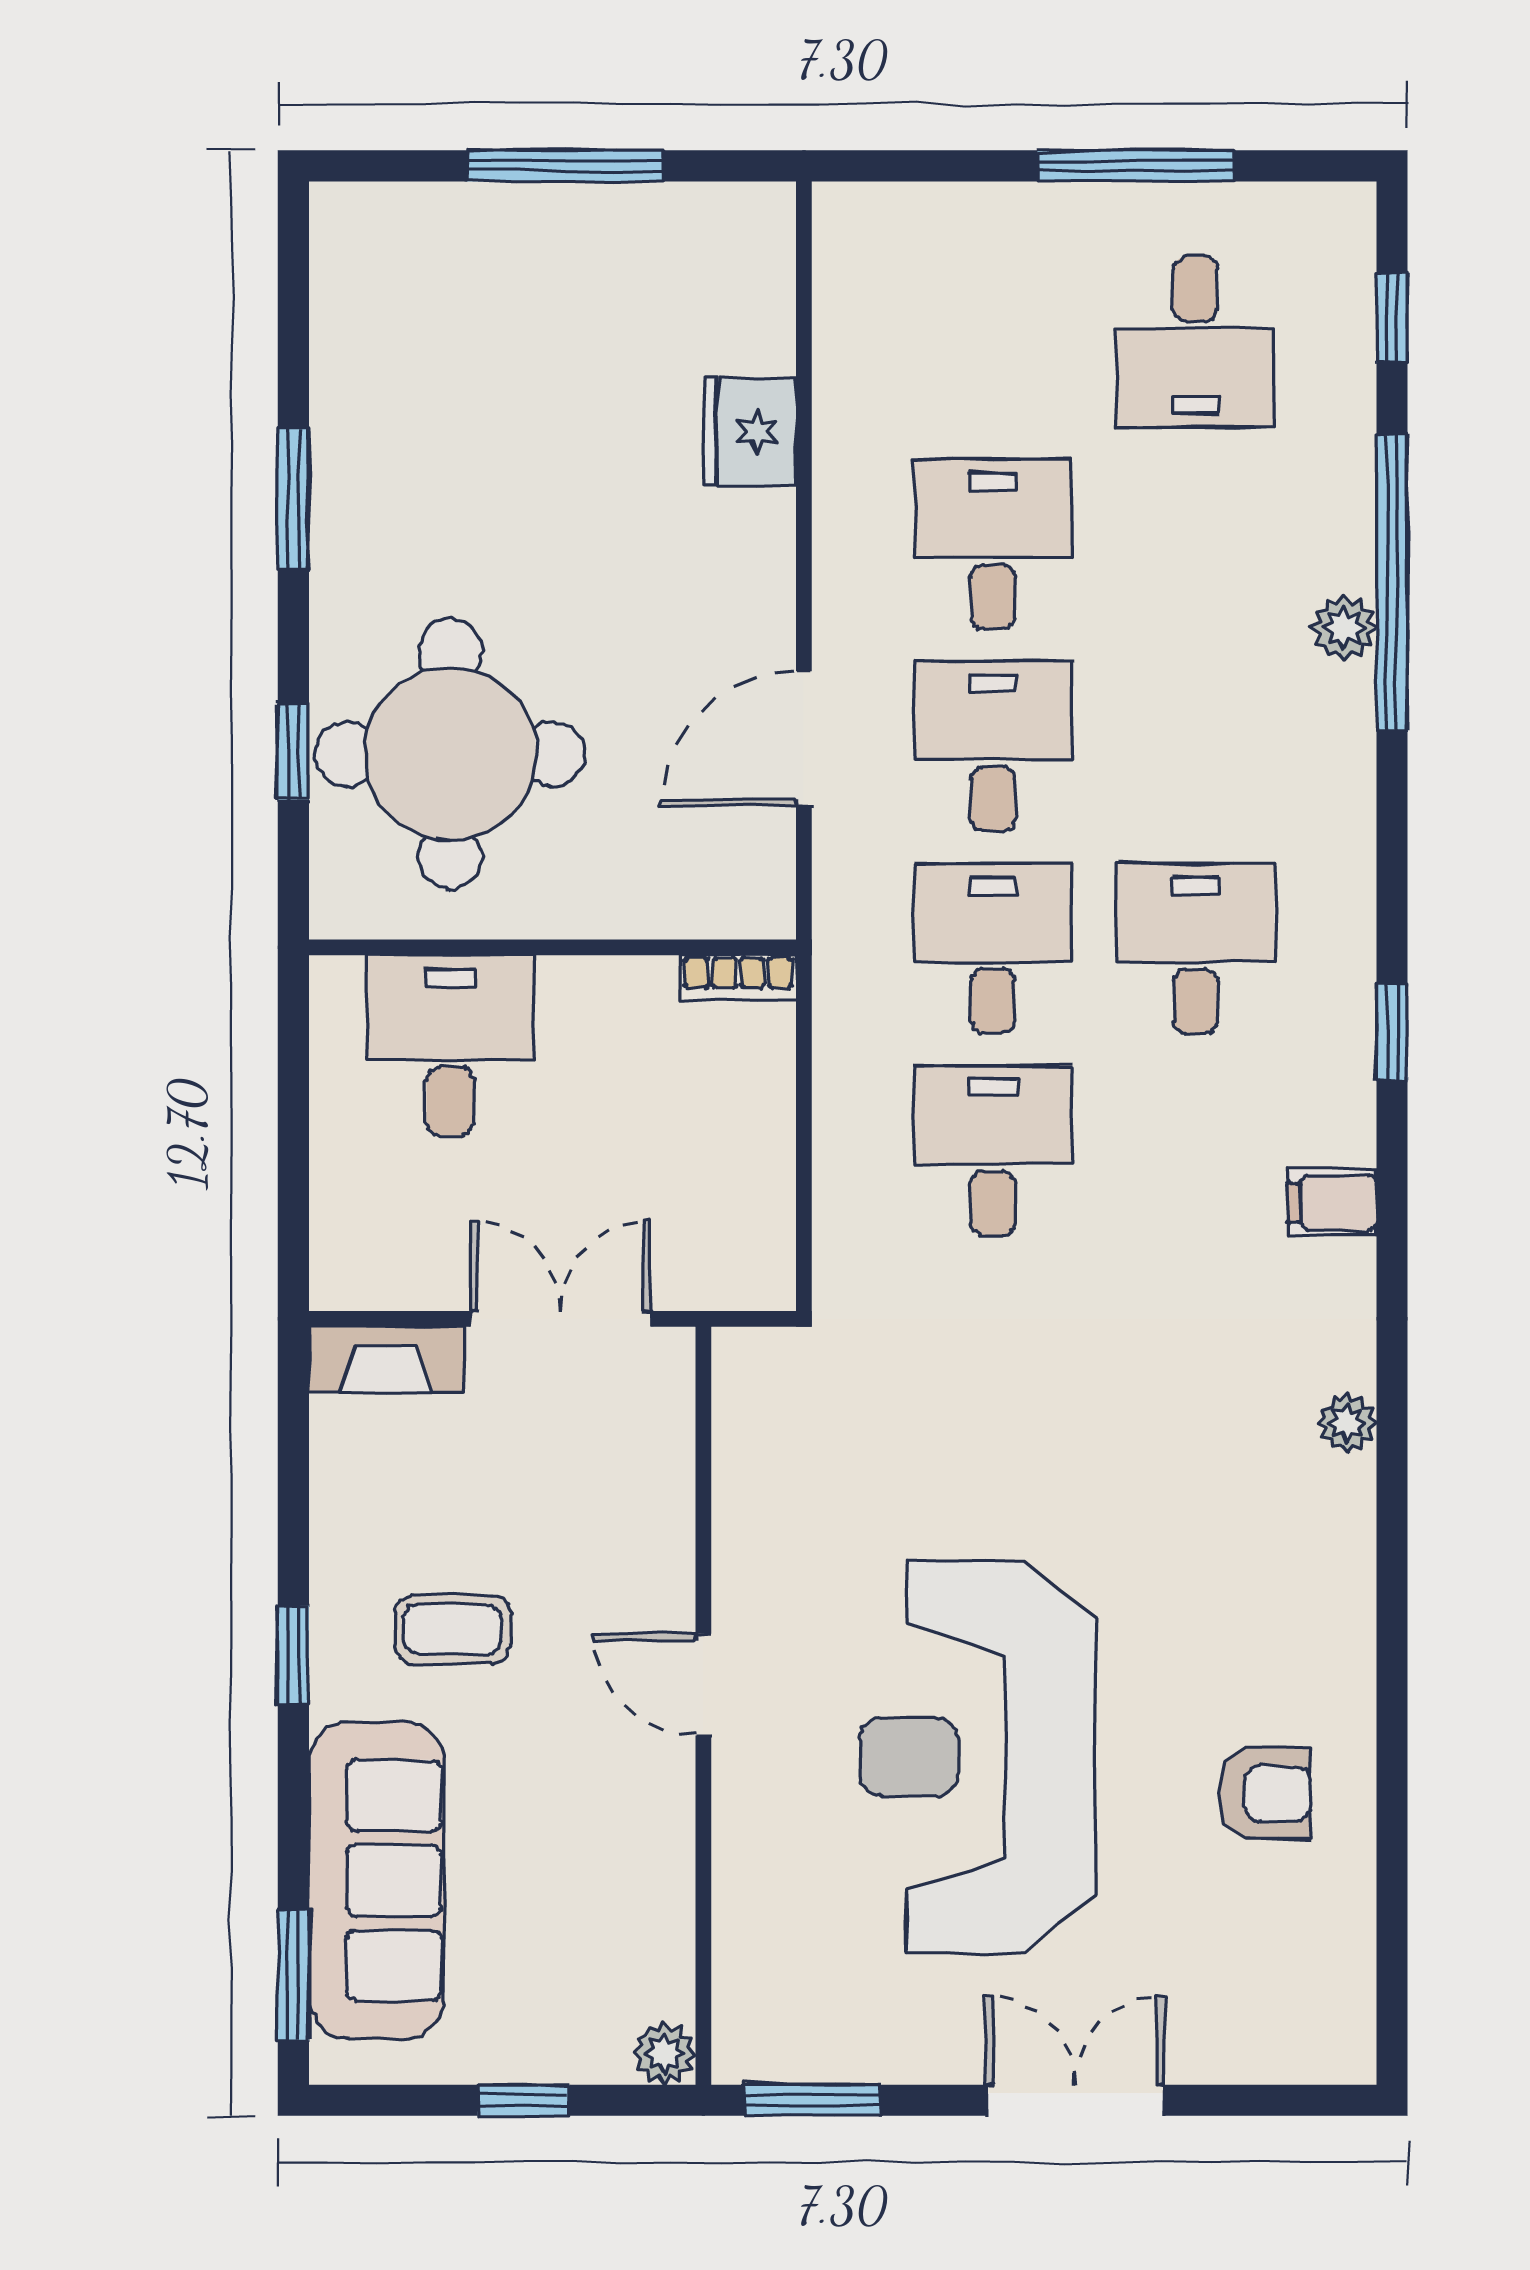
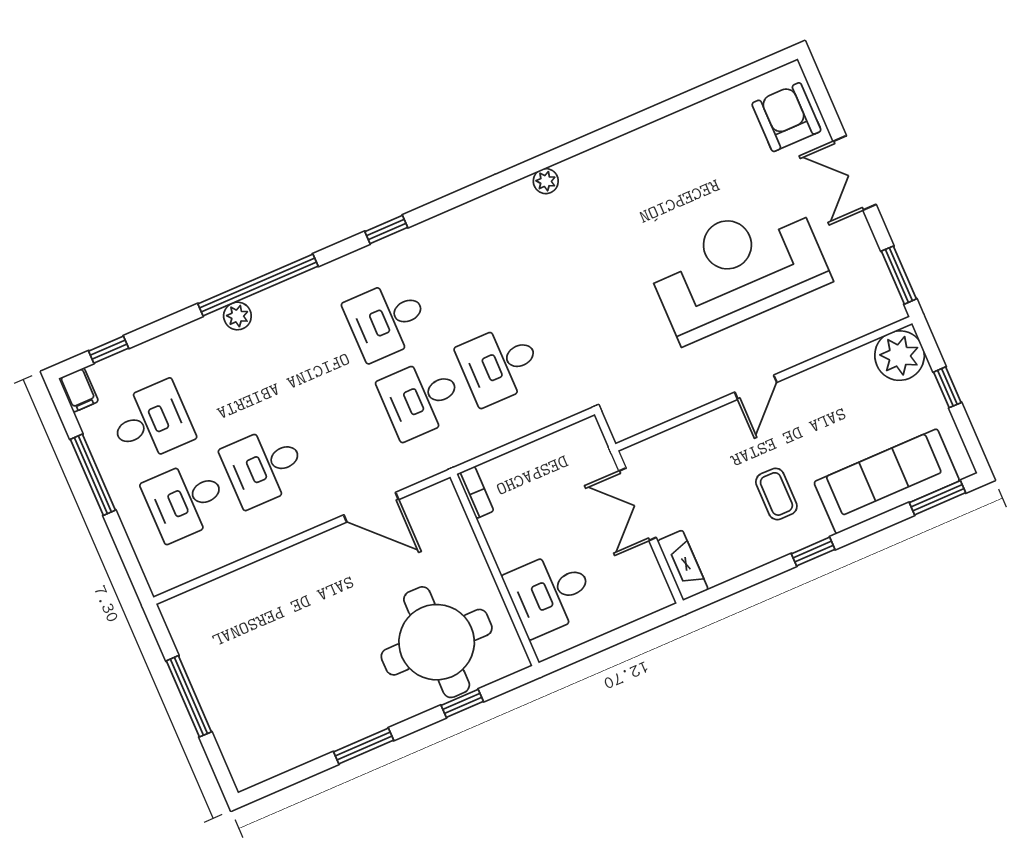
fridge: (750, 431) -> (261, 580), removed
window: (1392, 583) -> (258, 285), moved
desk: (993, 746) -> (185, 500), moved
filing cabinet: (1333, 1203) -> (79, 390), moved
reception desk: (977, 1757) -> (738, 269), turned 180
armchair: (1265, 1793) -> (786, 117), moved, width x1.38, depth x1.38
plant: (664, 2054) -> (900, 356), width x1.88, depth x1.88

